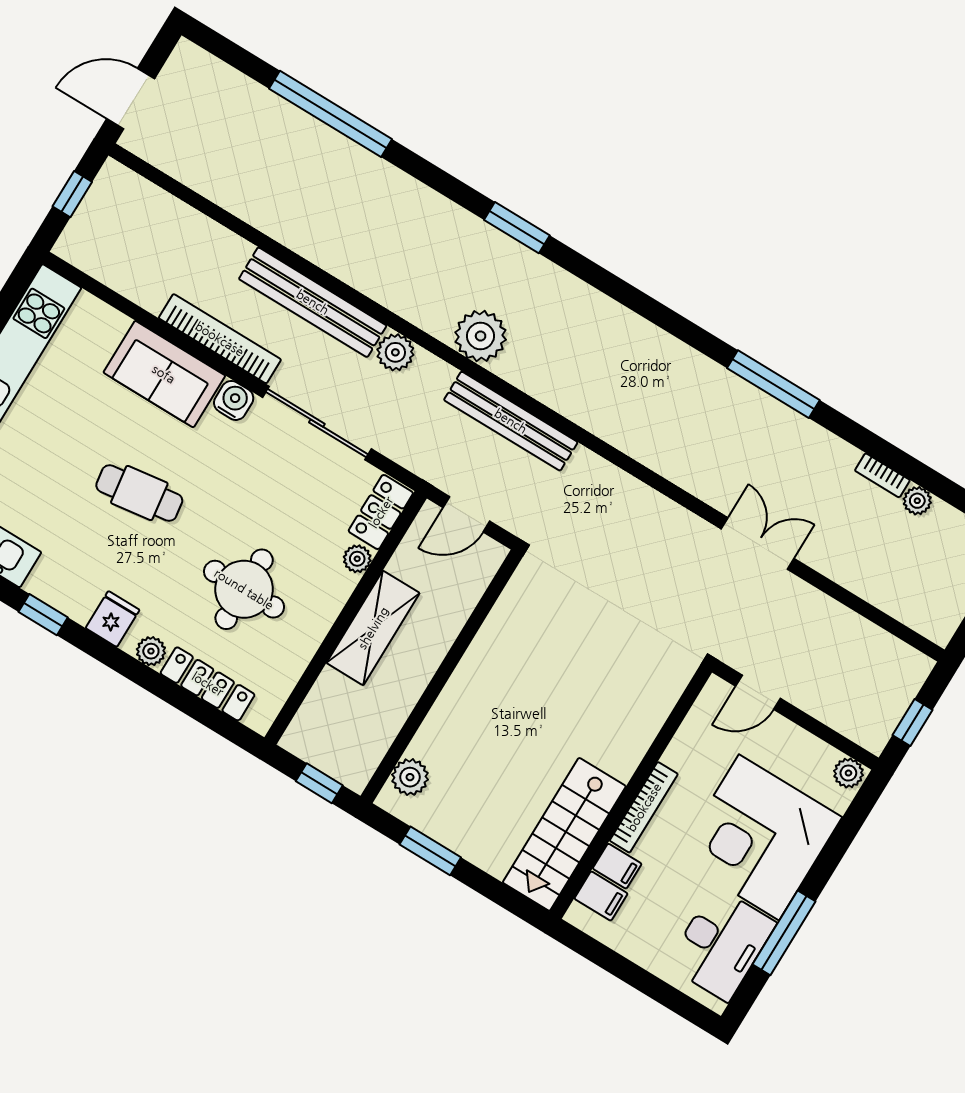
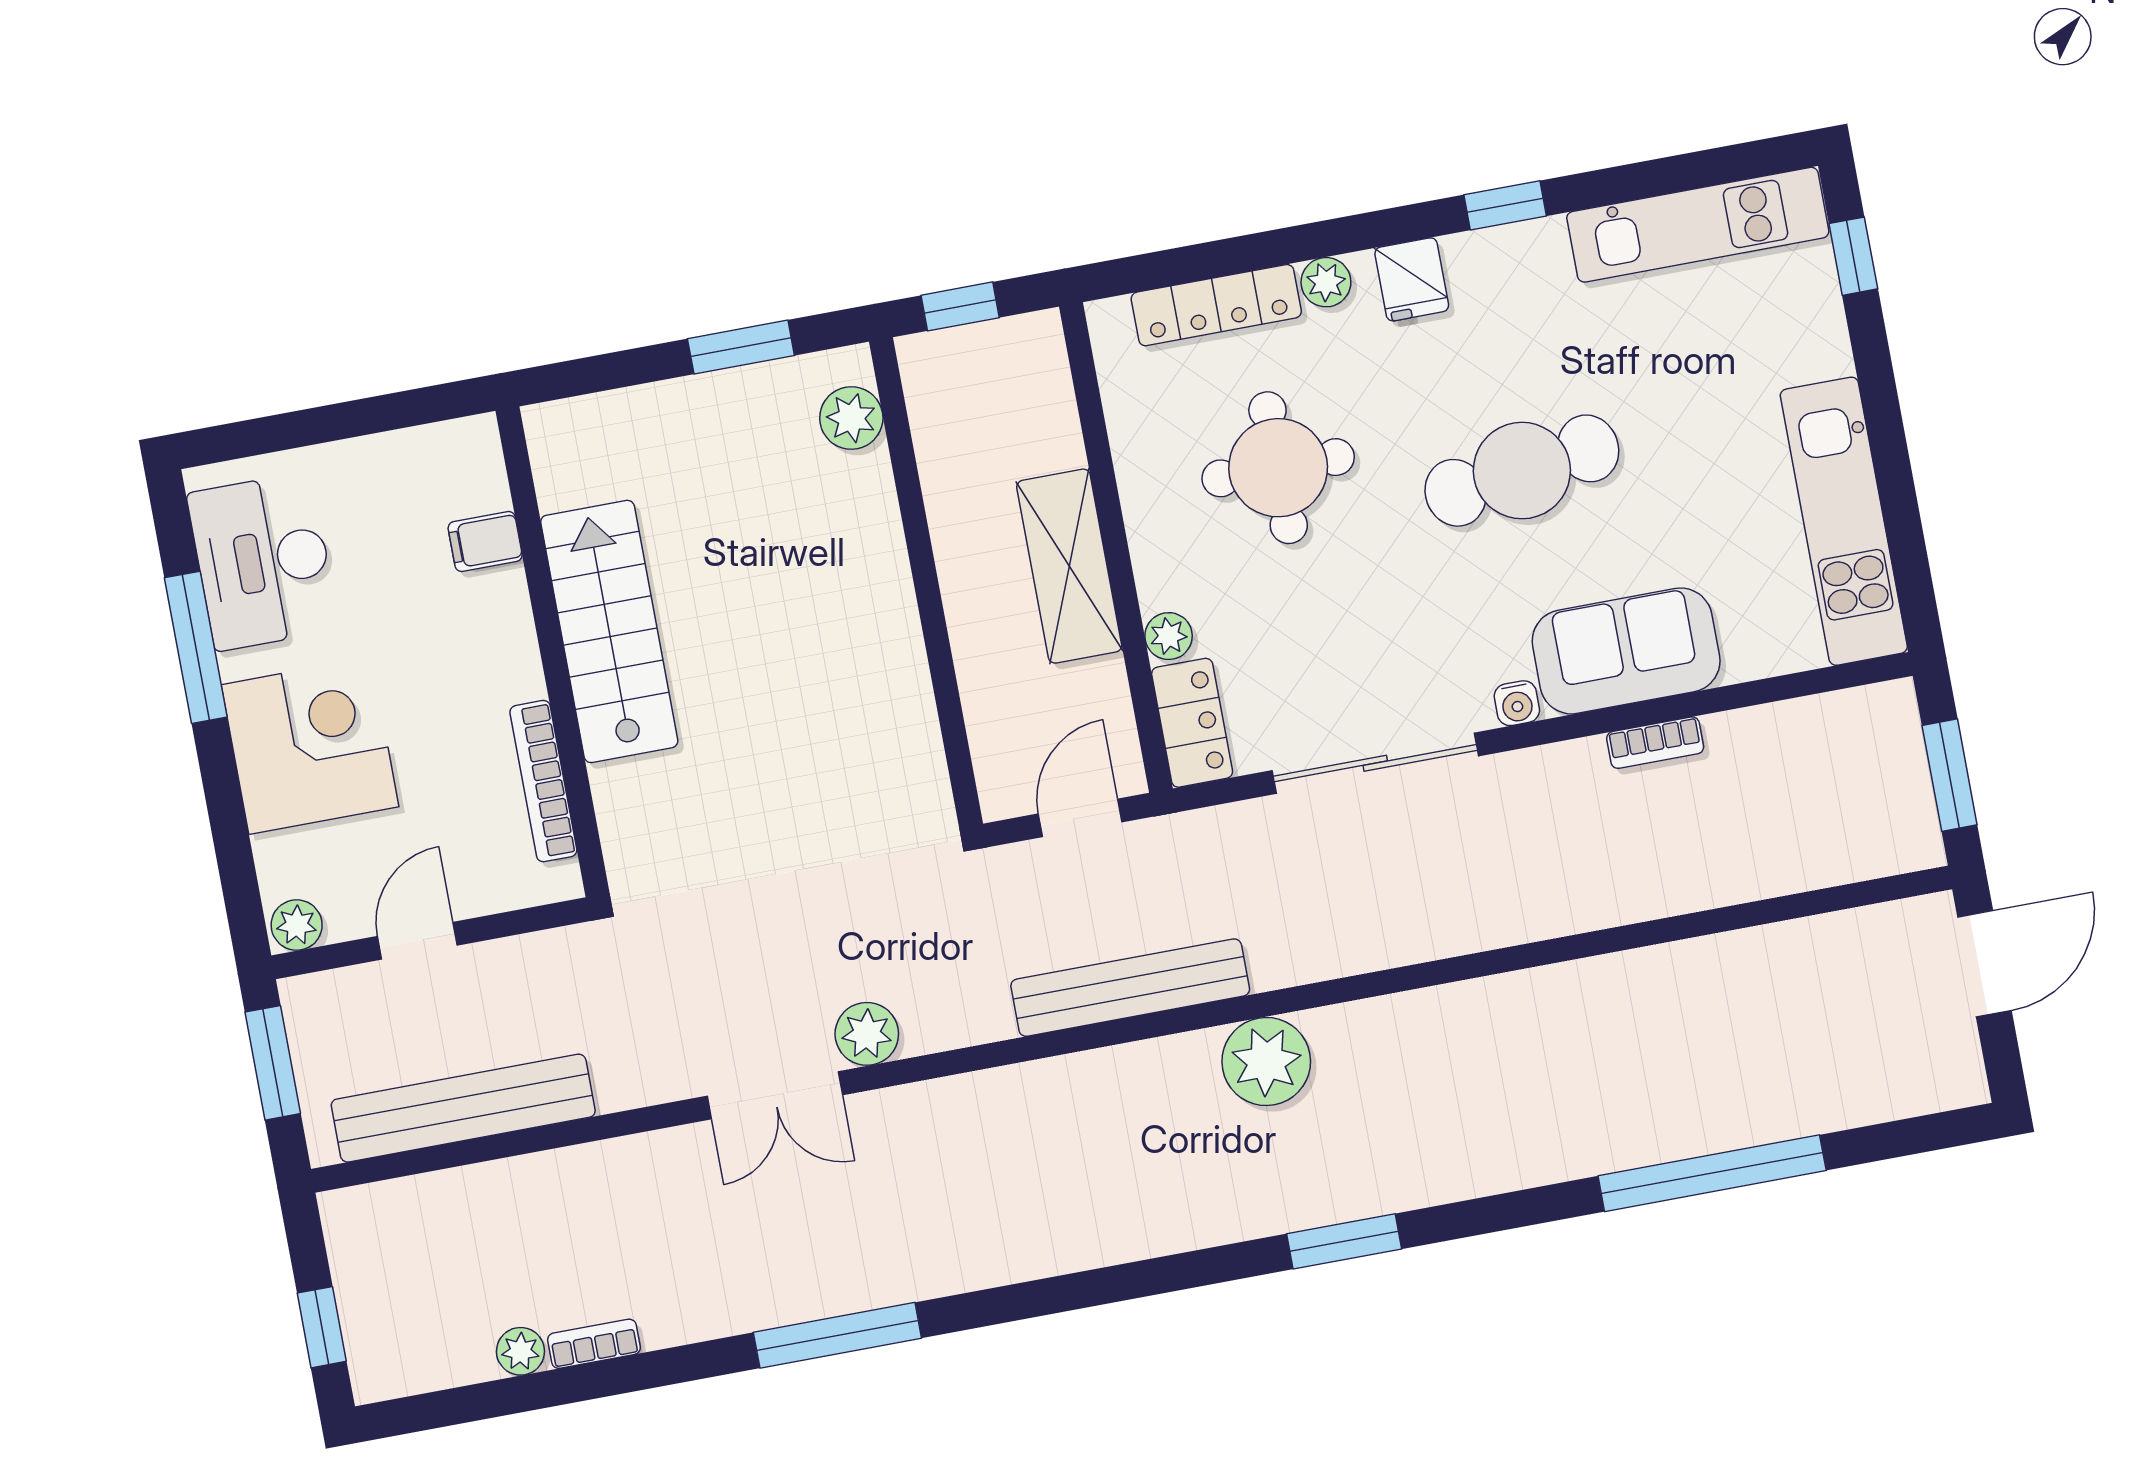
window: (72, 194) -> (1950, 775), width x1.50
bench: (313, 302) -> (463, 1108), moved
bookcase: (220, 339) -> (1655, 743), width x0.43, depth x0.76
plant: (395, 352) -> (867, 1034), moved
water cooler: (234, 400) -> (1517, 703), width x0.72, depth x0.72
cafe table: (139, 493) -> (1522, 471), width x1.37, depth x1.35
double door: (758, 544) -> (775, 1095), moved
door: (758, 692) -> (417, 941), moved
window: (912, 723) -> (273, 1063), width x1.50
bookcase: (644, 807) -> (543, 781), moved
stairs: (564, 834) -> (609, 631), moved
corner desk: (759, 837) -> (310, 746), width x0.74, depth x0.74
filing cabinet: (601, 896) -> (471, 485), removed

